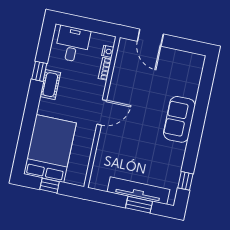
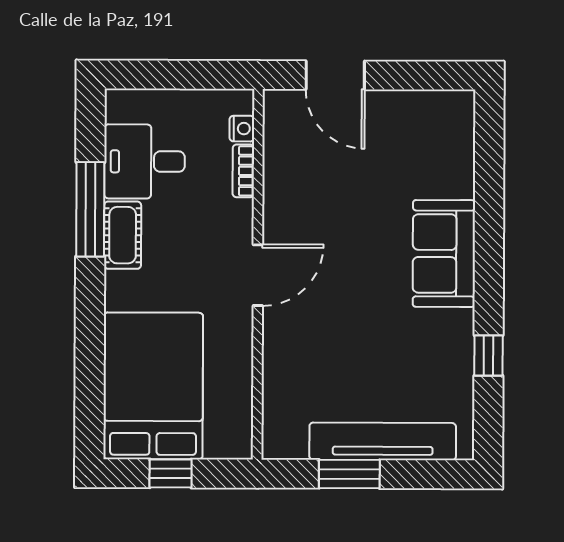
desk: (73, 44) -> (145, 161), moved, turned -90
window: (39, 71) -> (90, 209), width x2.17
window: (185, 181) -> (489, 356), moved
window: (139, 205) -> (349, 474), moved

